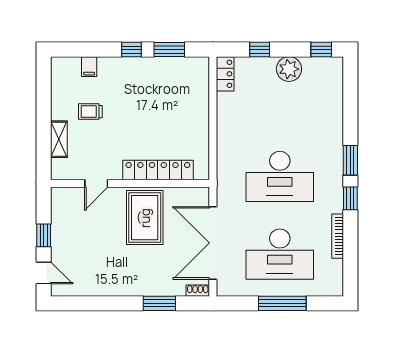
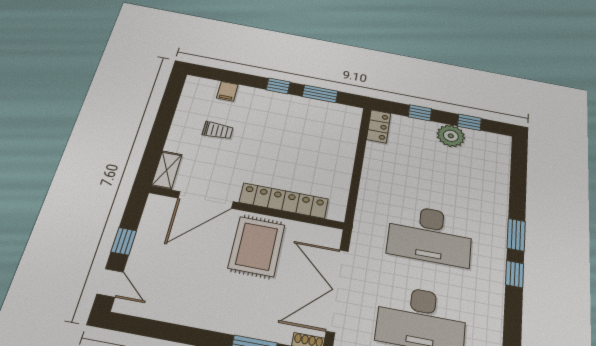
window: (321, 50) -> (469, 122), moved
trolley: (90, 112) -> (218, 131), turned 180
shelving: (59, 139) -> (167, 170), moved
door: (96, 183) -> (206, 200), width x1.87
bookcase: (338, 236) -> (497, 312), removed

